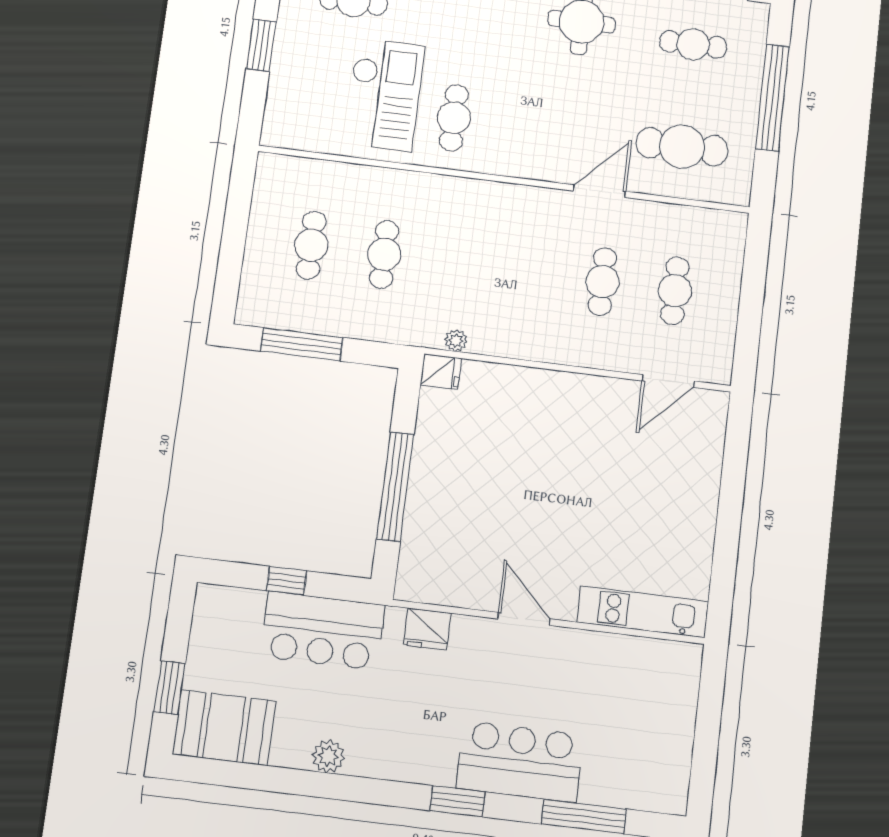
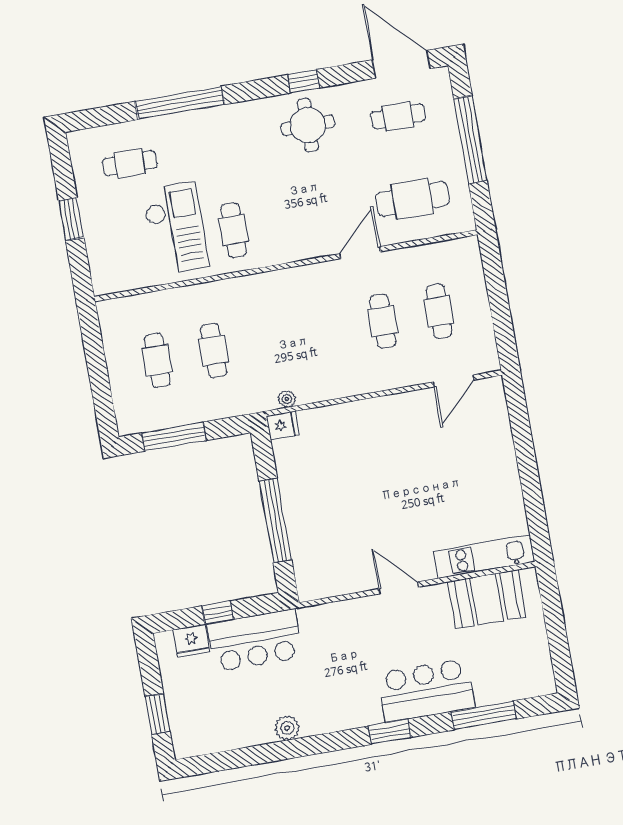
fridge: (427, 629) -> (191, 641), moved
booth: (224, 728) -> (487, 599), moved

